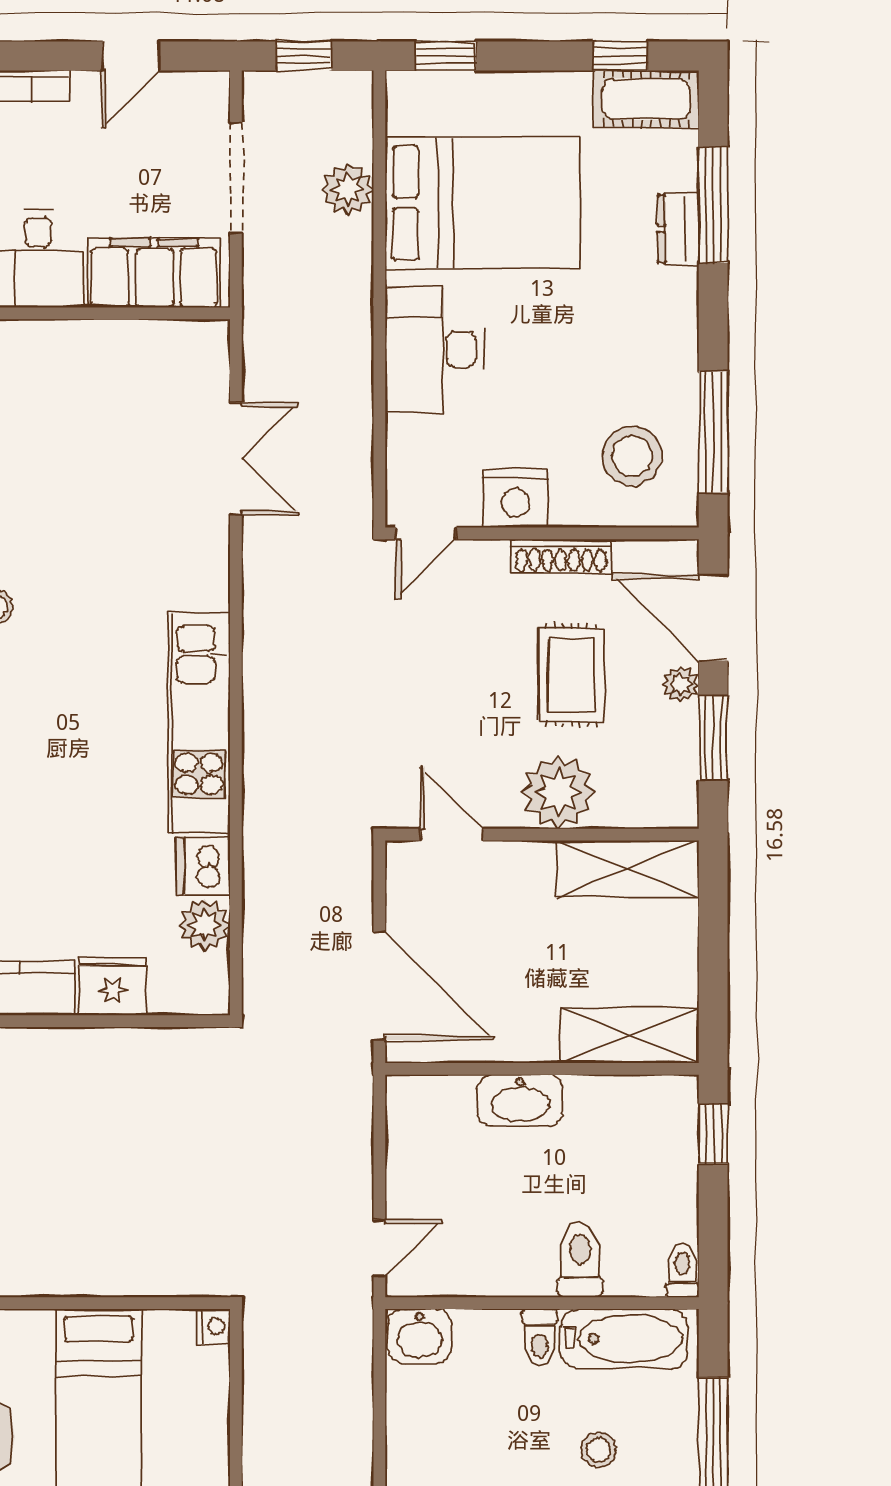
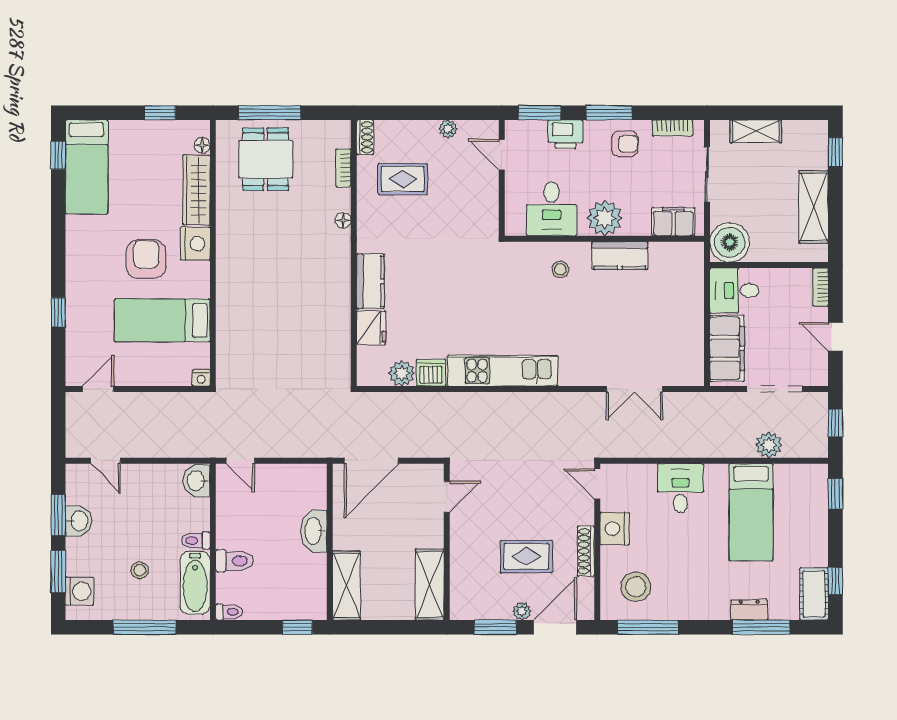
bed: (483, 203) -> (751, 512), width x0.67
desk: (434, 350) -> (680, 488), width x0.73
plant: (558, 792) -> (468, 550), removed

